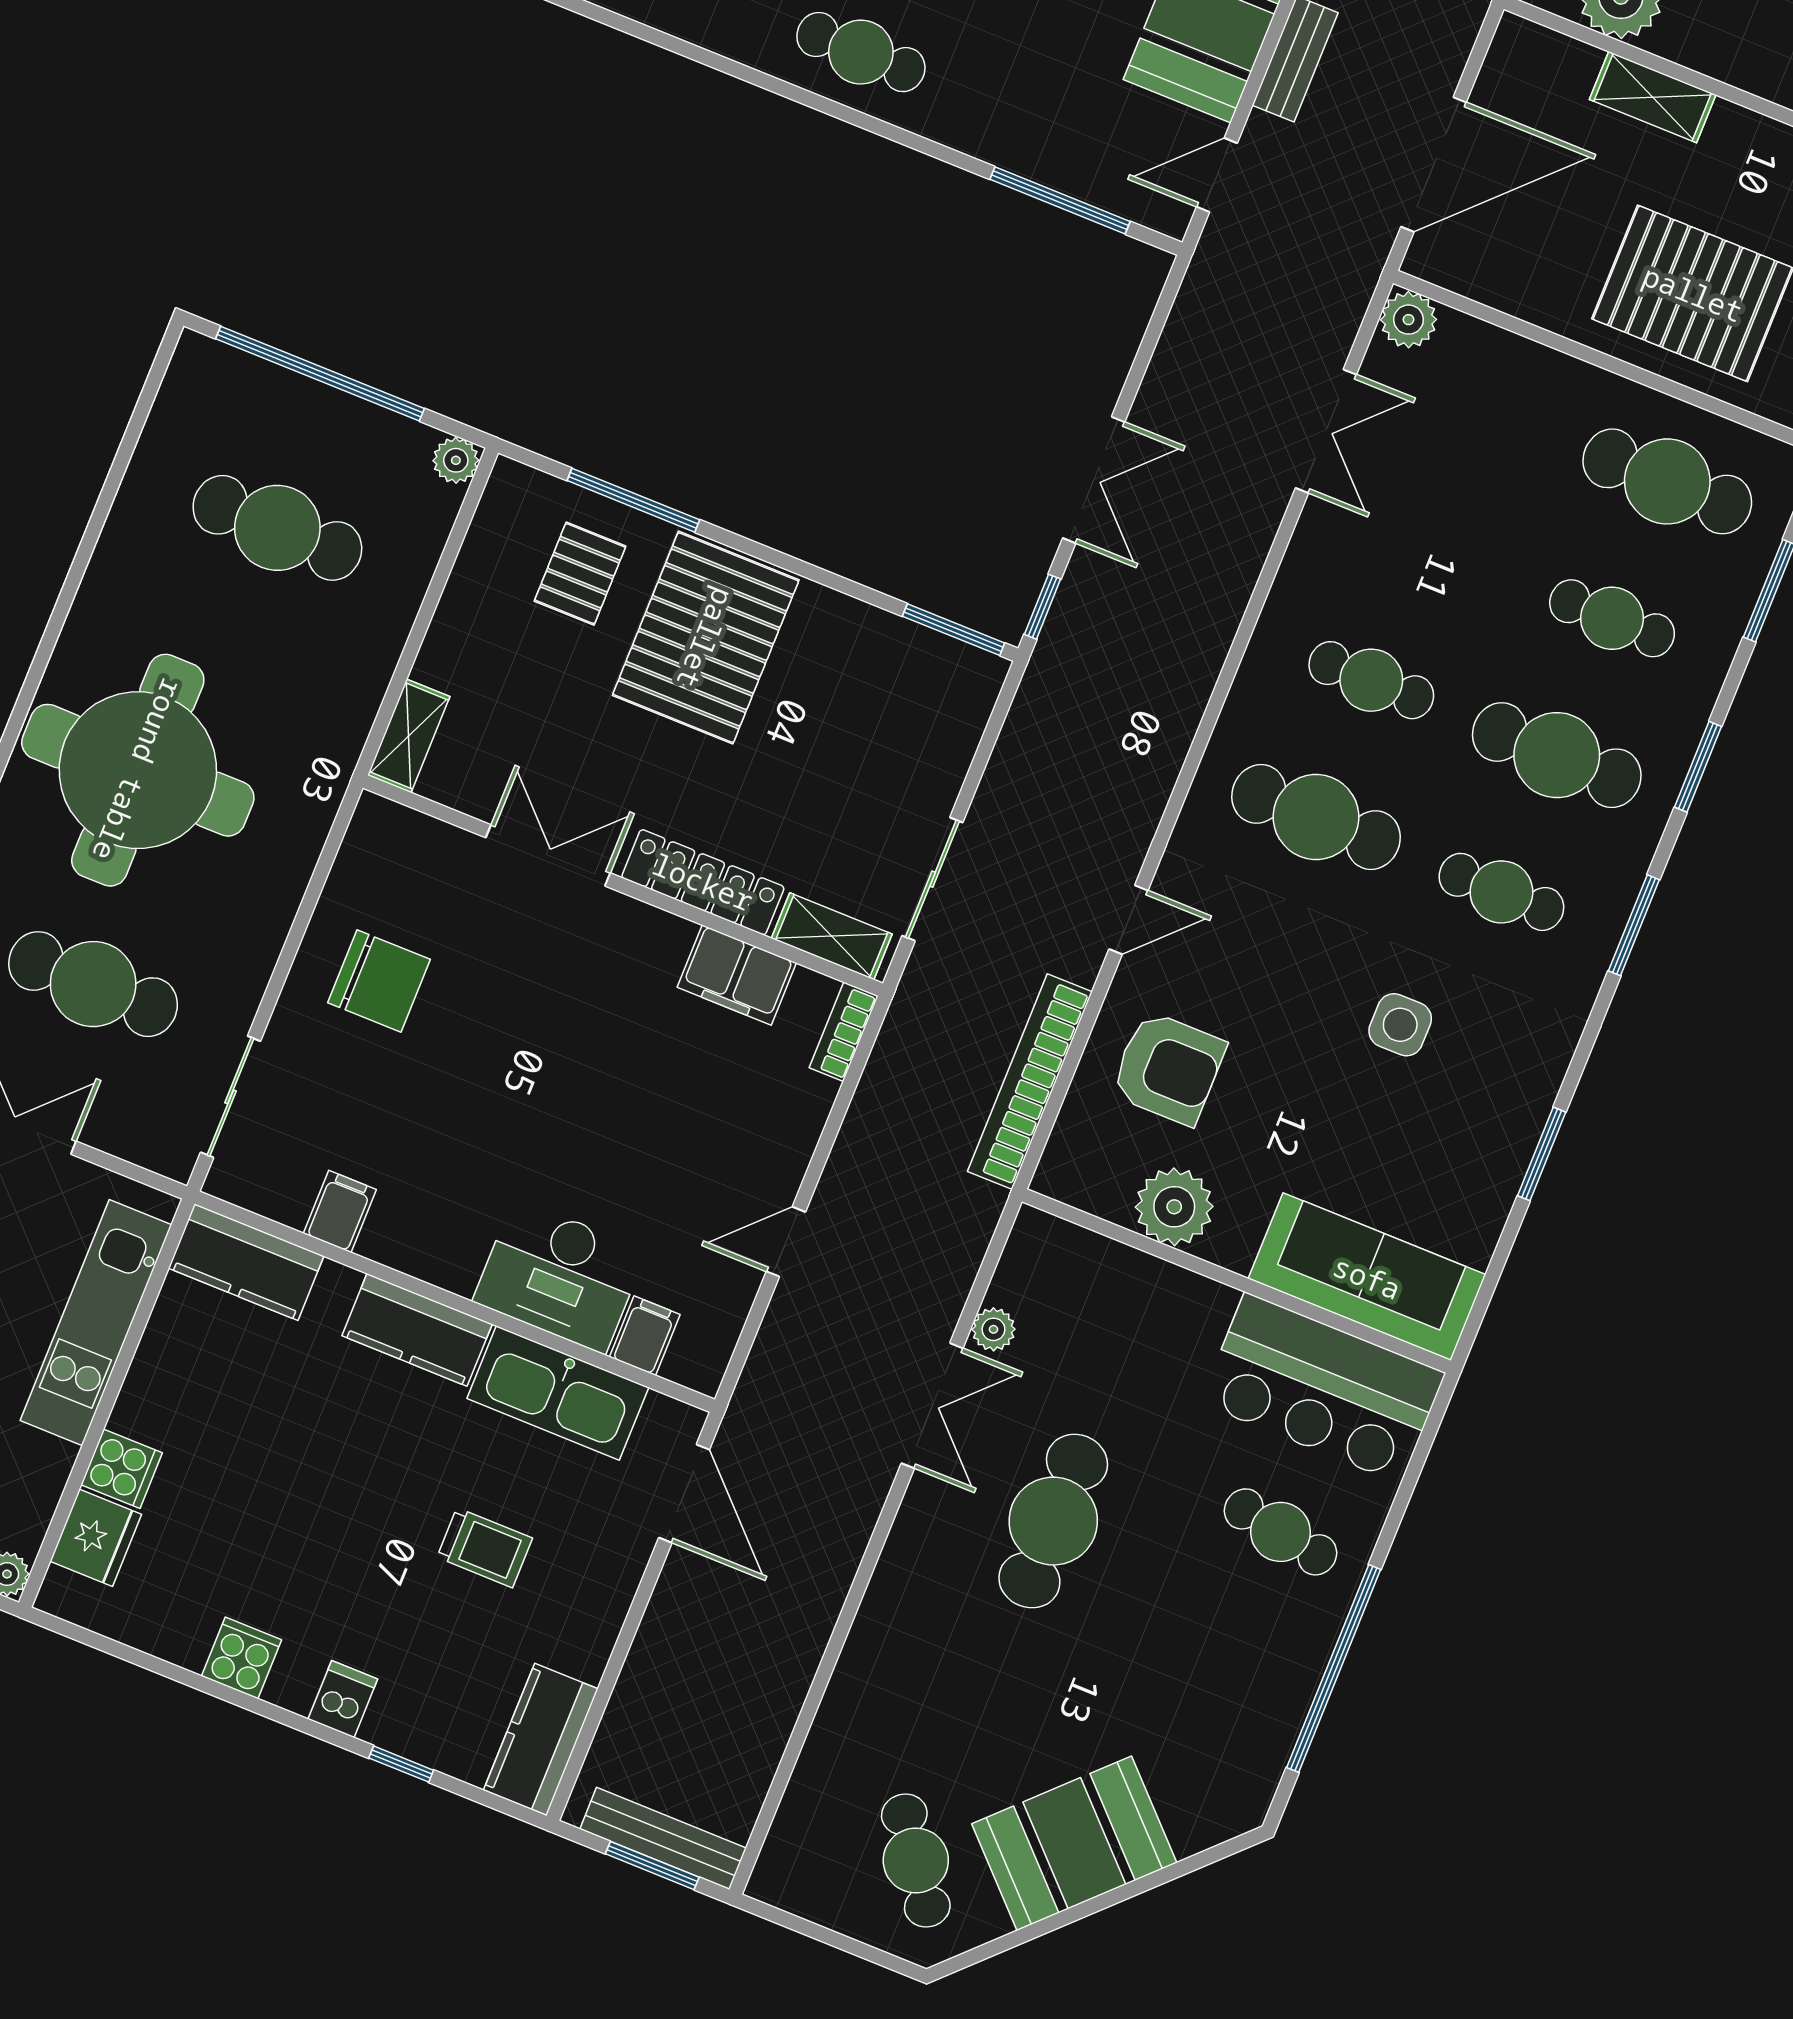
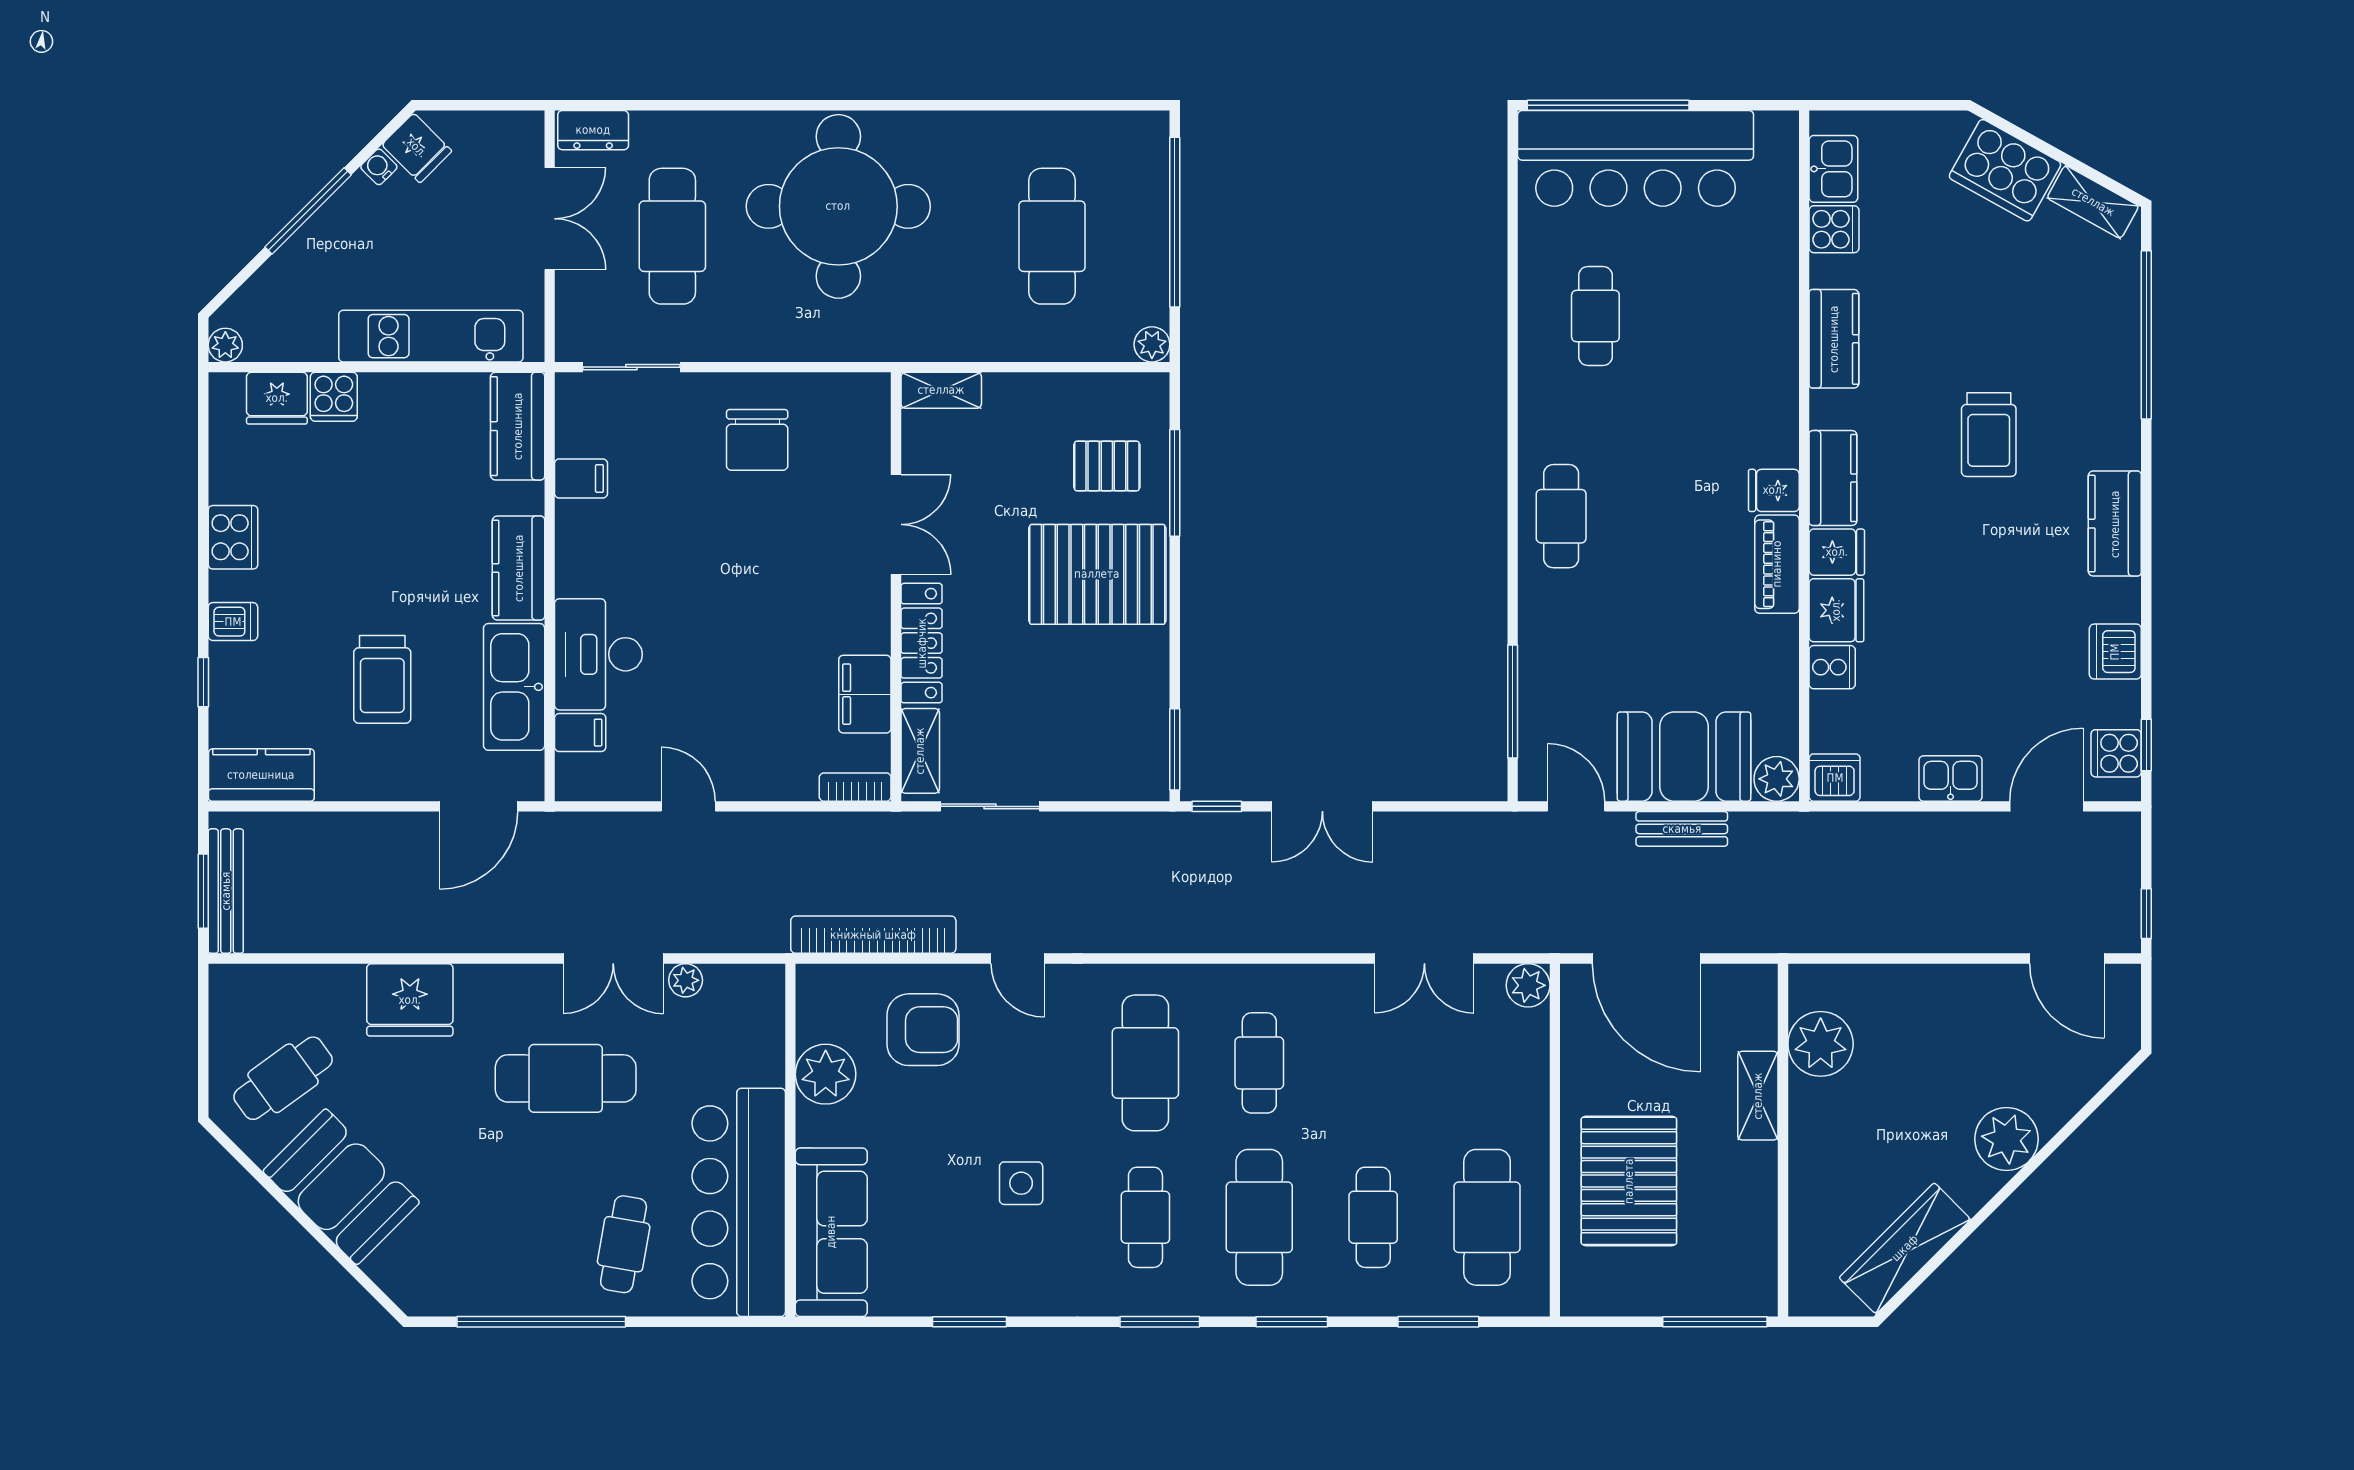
armchair: (1168, 1068) -> (923, 1030), turned -90
bar counter: (1323, 1388) -> (739, 1202), width x1.36
trolley: (485, 1548) -> (382, 679), width x1.36, depth x1.39
cooker: (242, 1658) -> (233, 537), width x1.36
fridge: (883, 1670) -> (410, 1000), added

